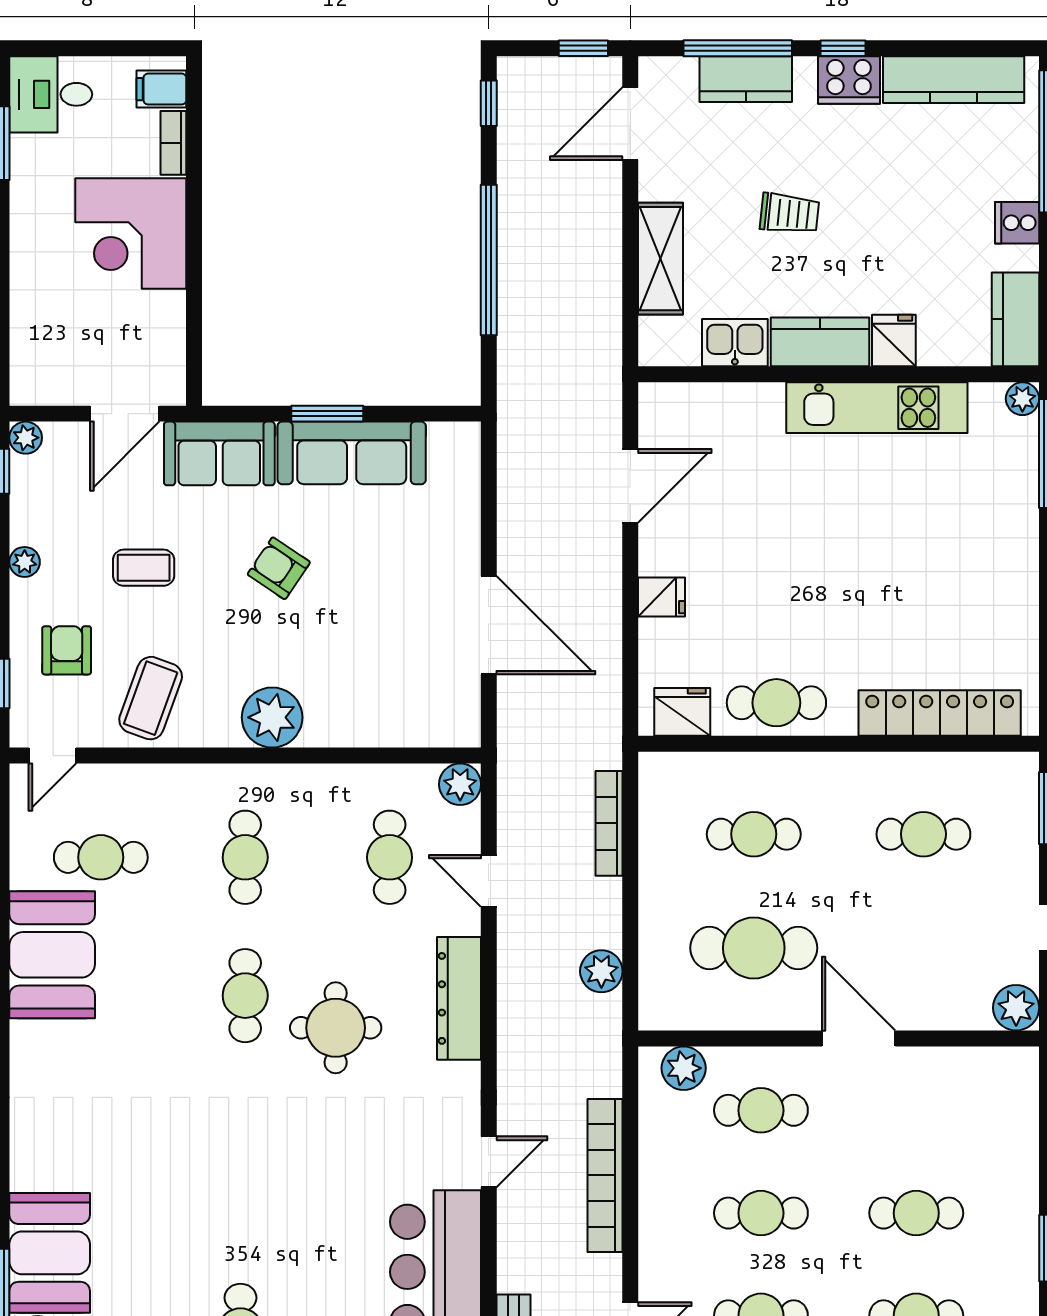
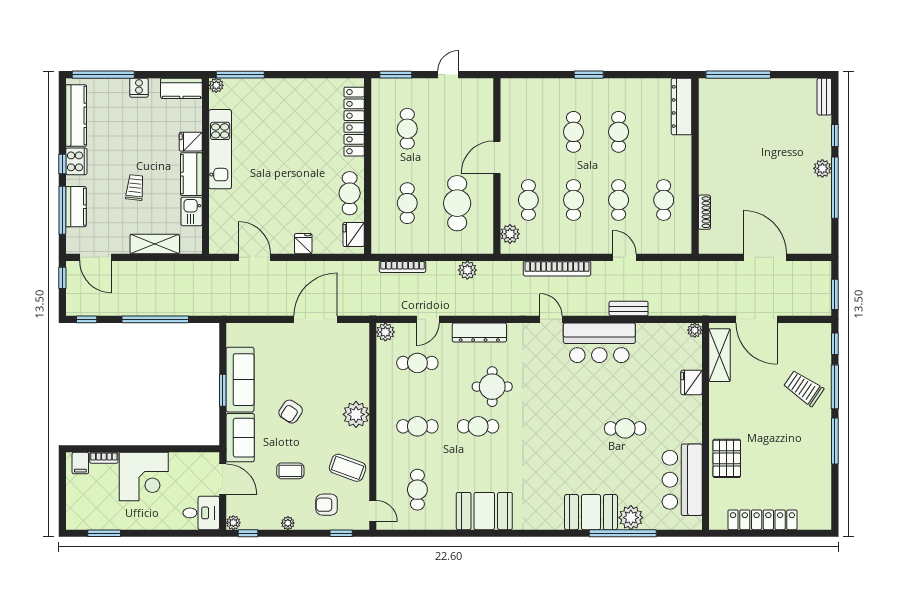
desk: (51, 94) -> (201, 513), moved, turned -90
coffee table: (144, 568) -> (290, 471), turned 90
booth: (52, 955) -> (484, 511), moved
plant: (1016, 1008) -> (483, 88), removed

